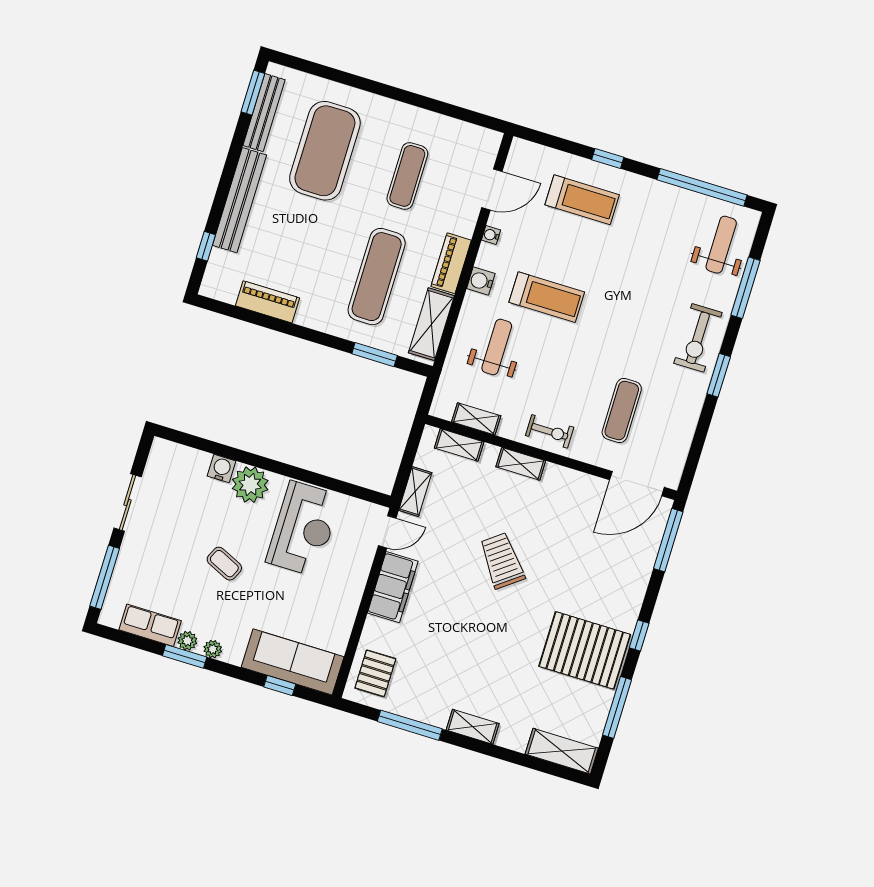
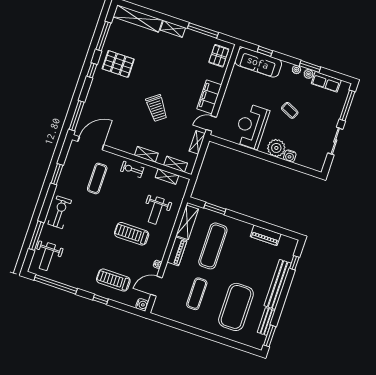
bench: (264, 113) -> (266, 321), width x0.73
water cooler: (481, 281) -> (142, 305), moved
window: (719, 375) -> (57, 174), moved
pallet: (585, 650) -> (118, 64), width x0.73, depth x0.71
shelving: (562, 751) -> (138, 18), width x1.47

